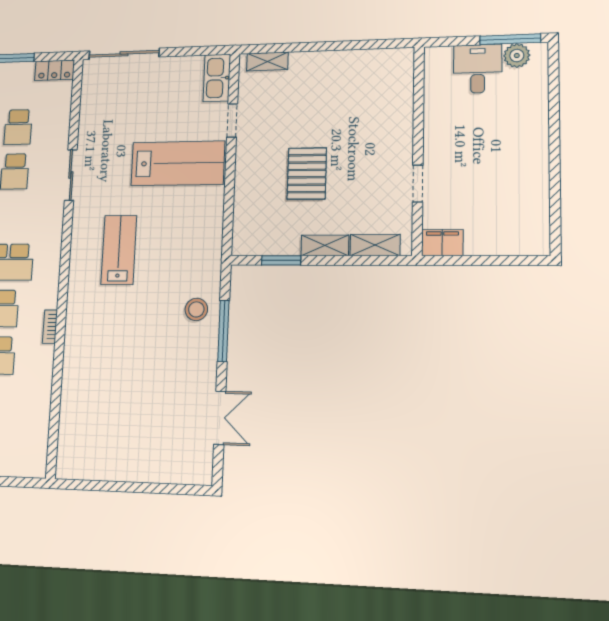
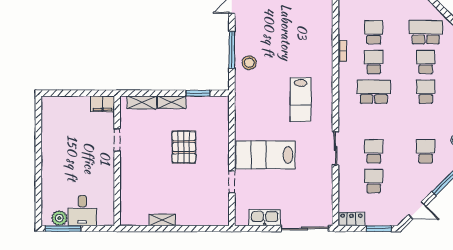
shelving: (267, 61) -> (162, 220), moved
kitchen sink: (217, 78) -> (265, 218), moved, turned -90

